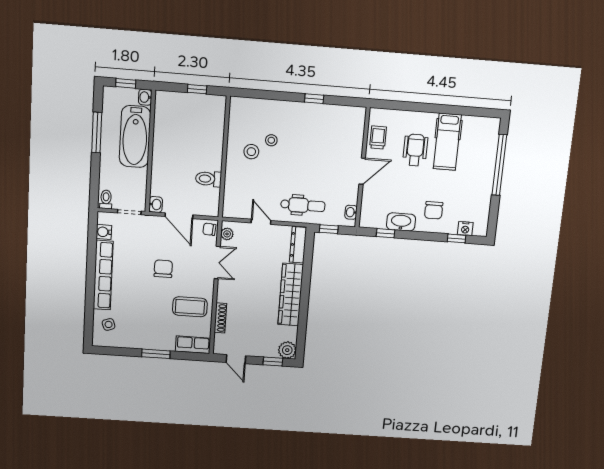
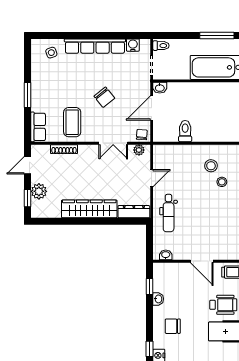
washbasin: (401, 222) -> (158, 299), width x0.52, depth x0.69
window: (329, 229) -> (150, 237), removed
chair: (163, 269) -> (104, 97), turned 51
plant: (287, 350) -> (39, 191), moved

